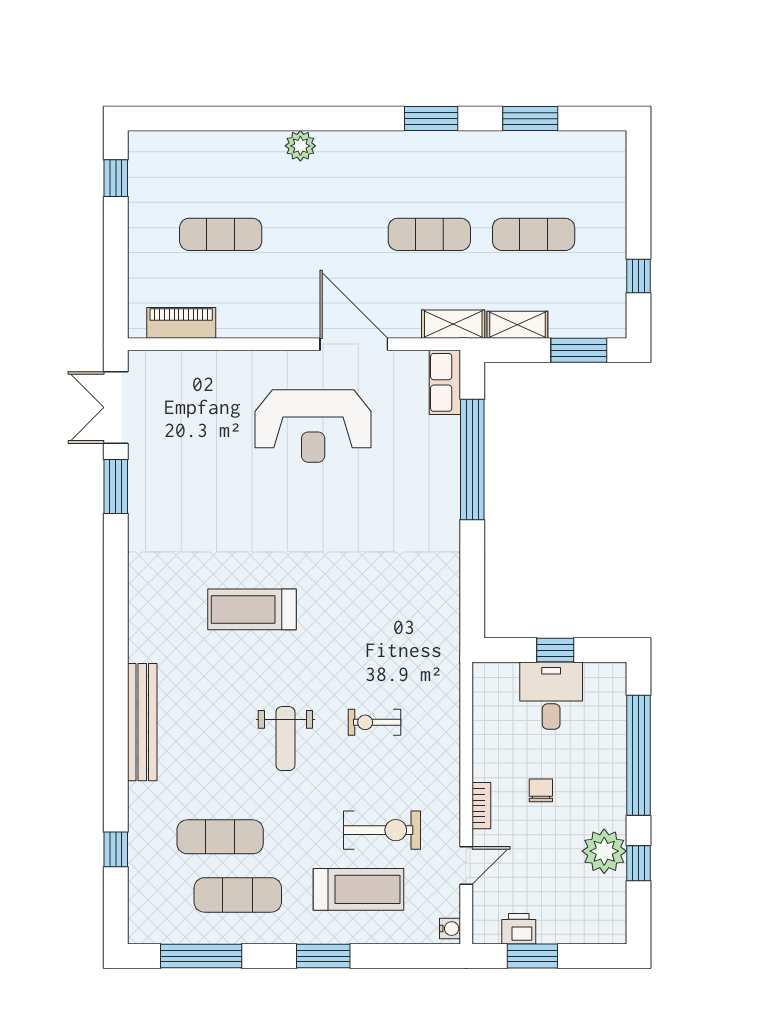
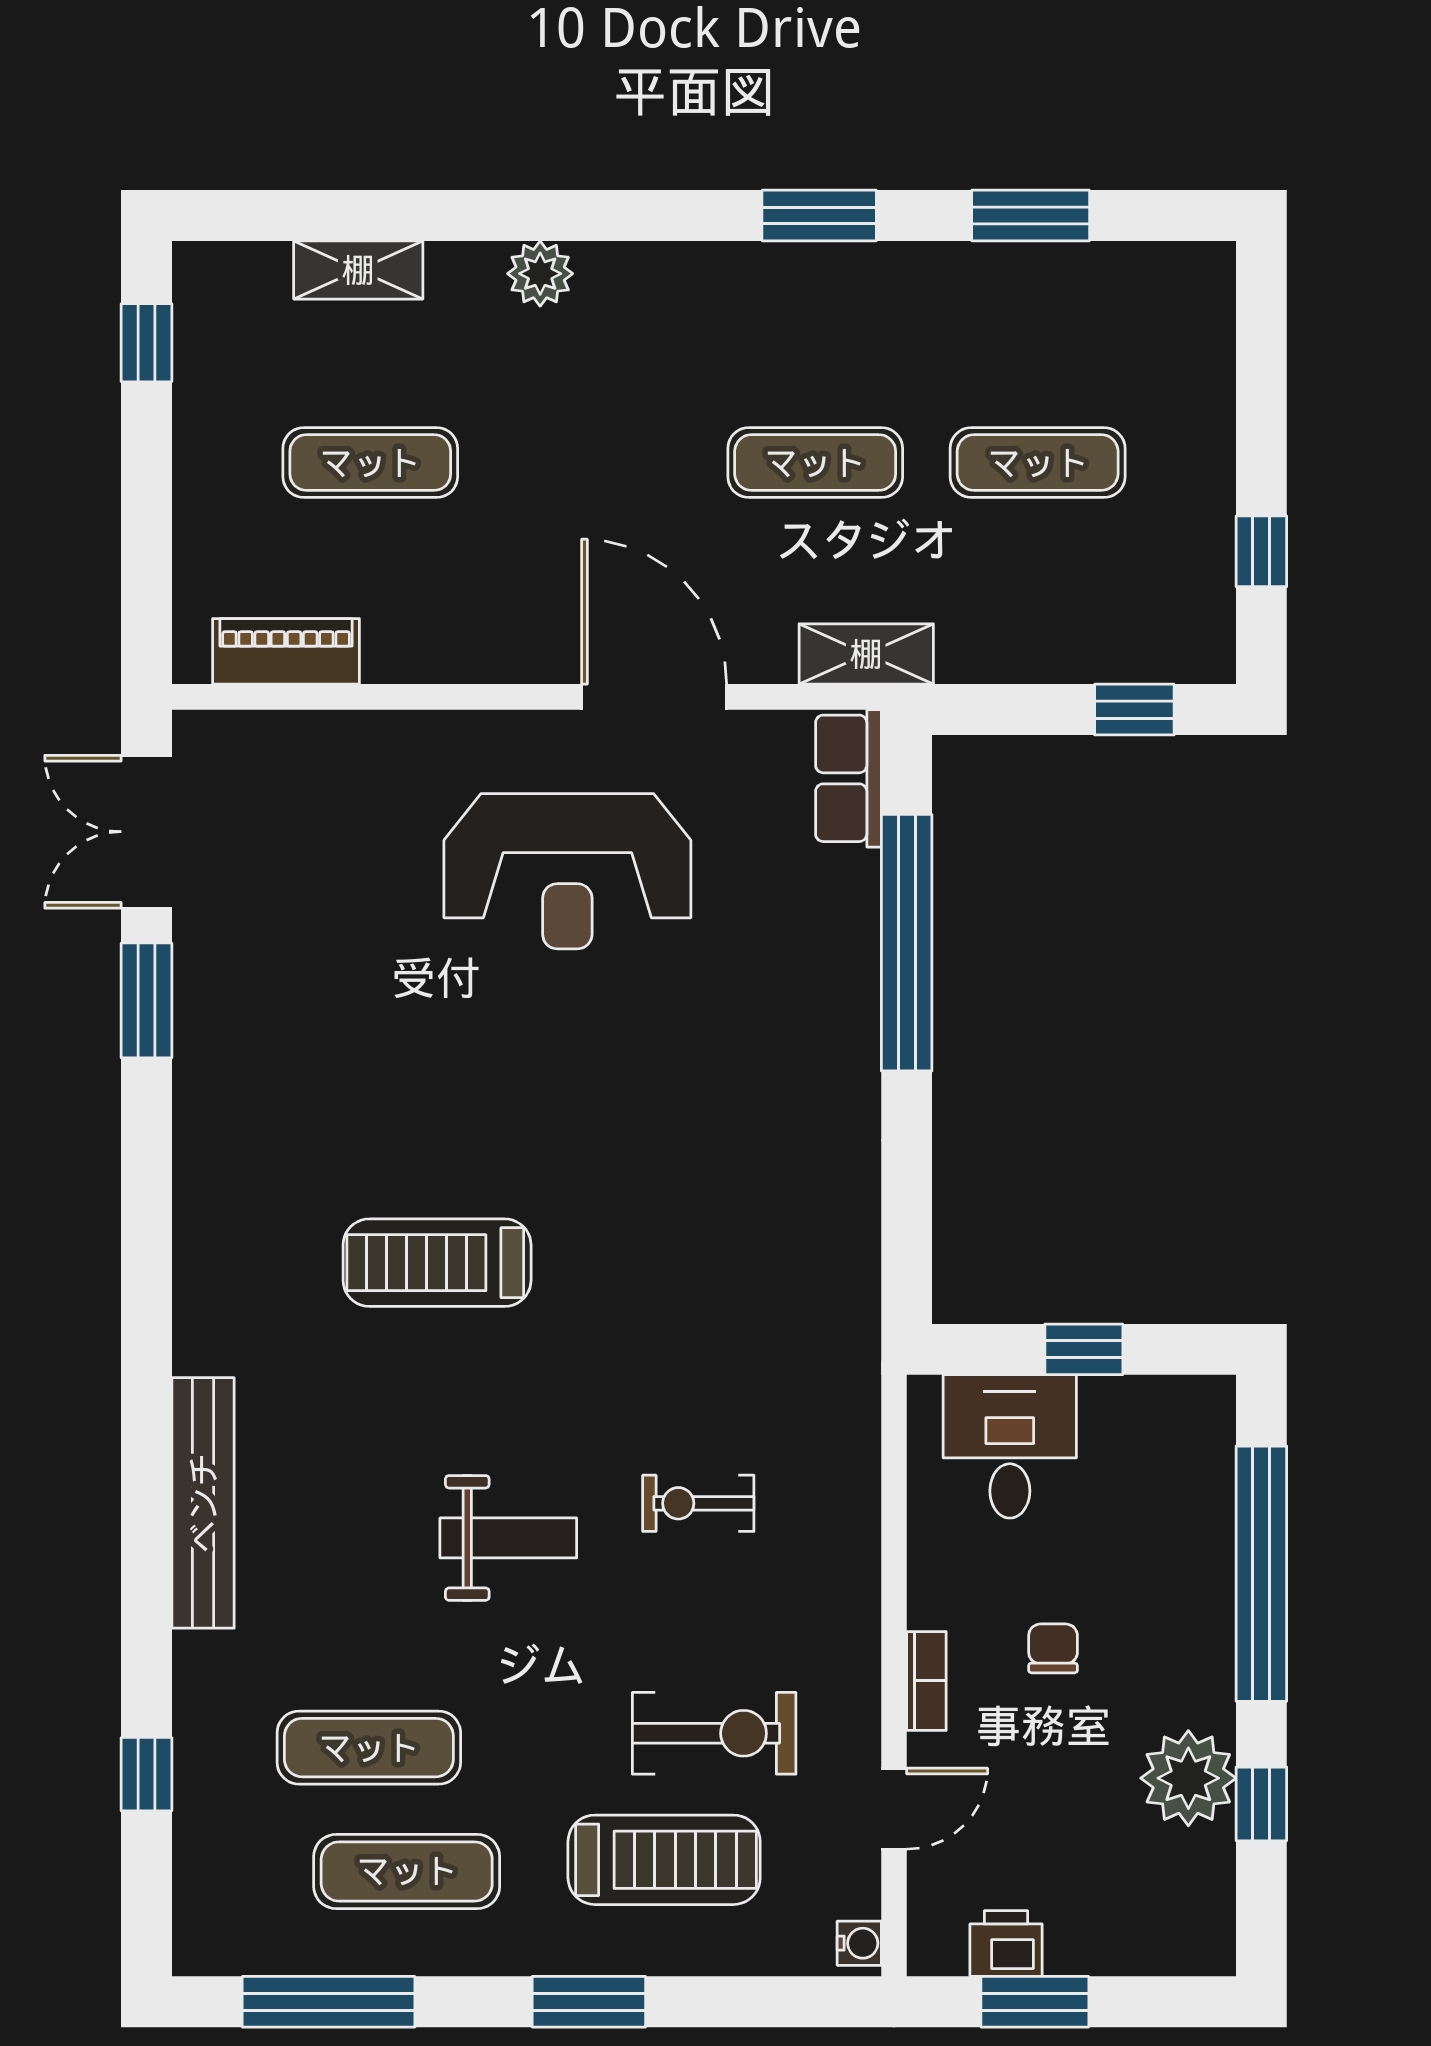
shelving: (517, 325) -> (358, 270), moved
window: (579, 350) -> (1134, 710), width x0.67
desk: (551, 696) -> (1010, 1446), moved
weight bench: (285, 739) -> (508, 1538), turned -90

